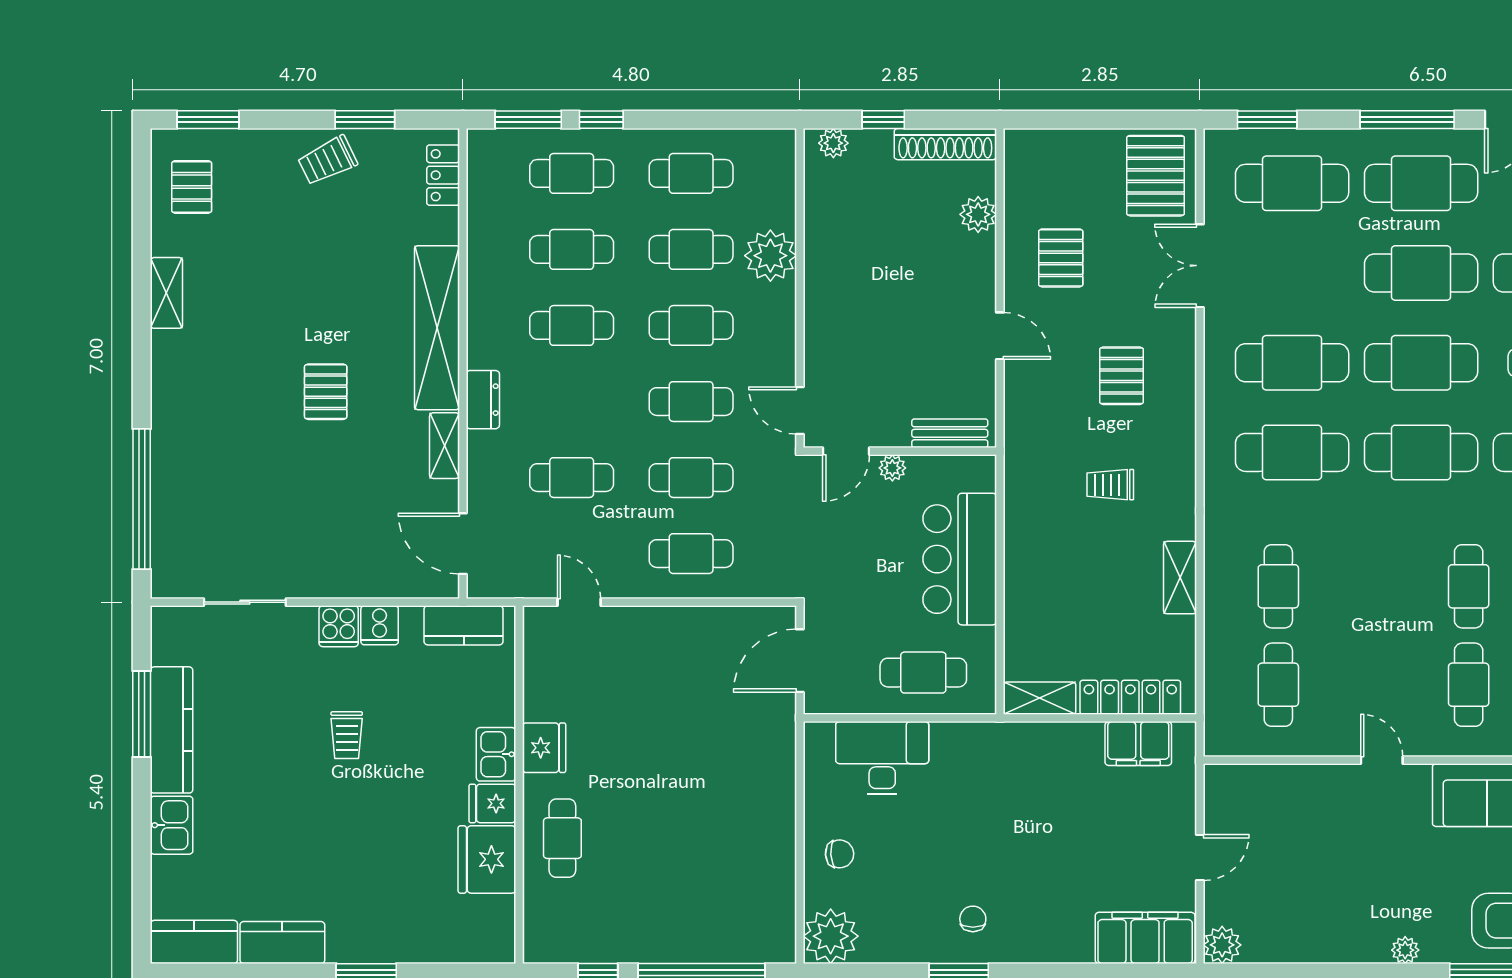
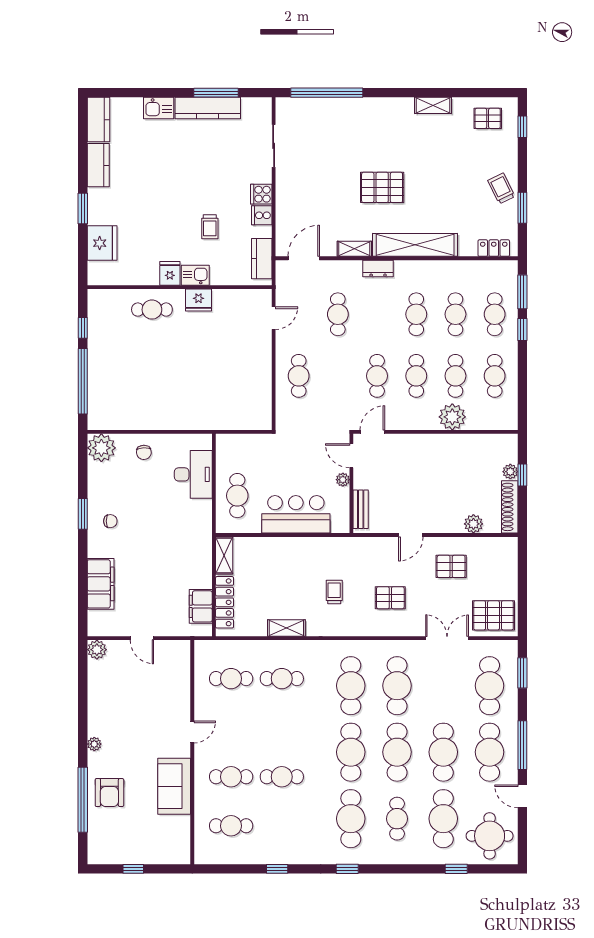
window: (208, 120) -> (522, 127), width x0.67
plant: (833, 143) -> (510, 472), moved
pallet: (326, 392) -> (382, 187), width x1.50, depth x1.42
cafe table: (691, 478) -> (338, 376), removed
door: (800, 661) -> (243, 432), removed
trolley: (347, 735) -> (210, 227), moved, turned -90
fridge: (487, 859) -> (102, 243), moved, turned 90
filing cabinet: (1145, 938) -> (101, 584), moved

